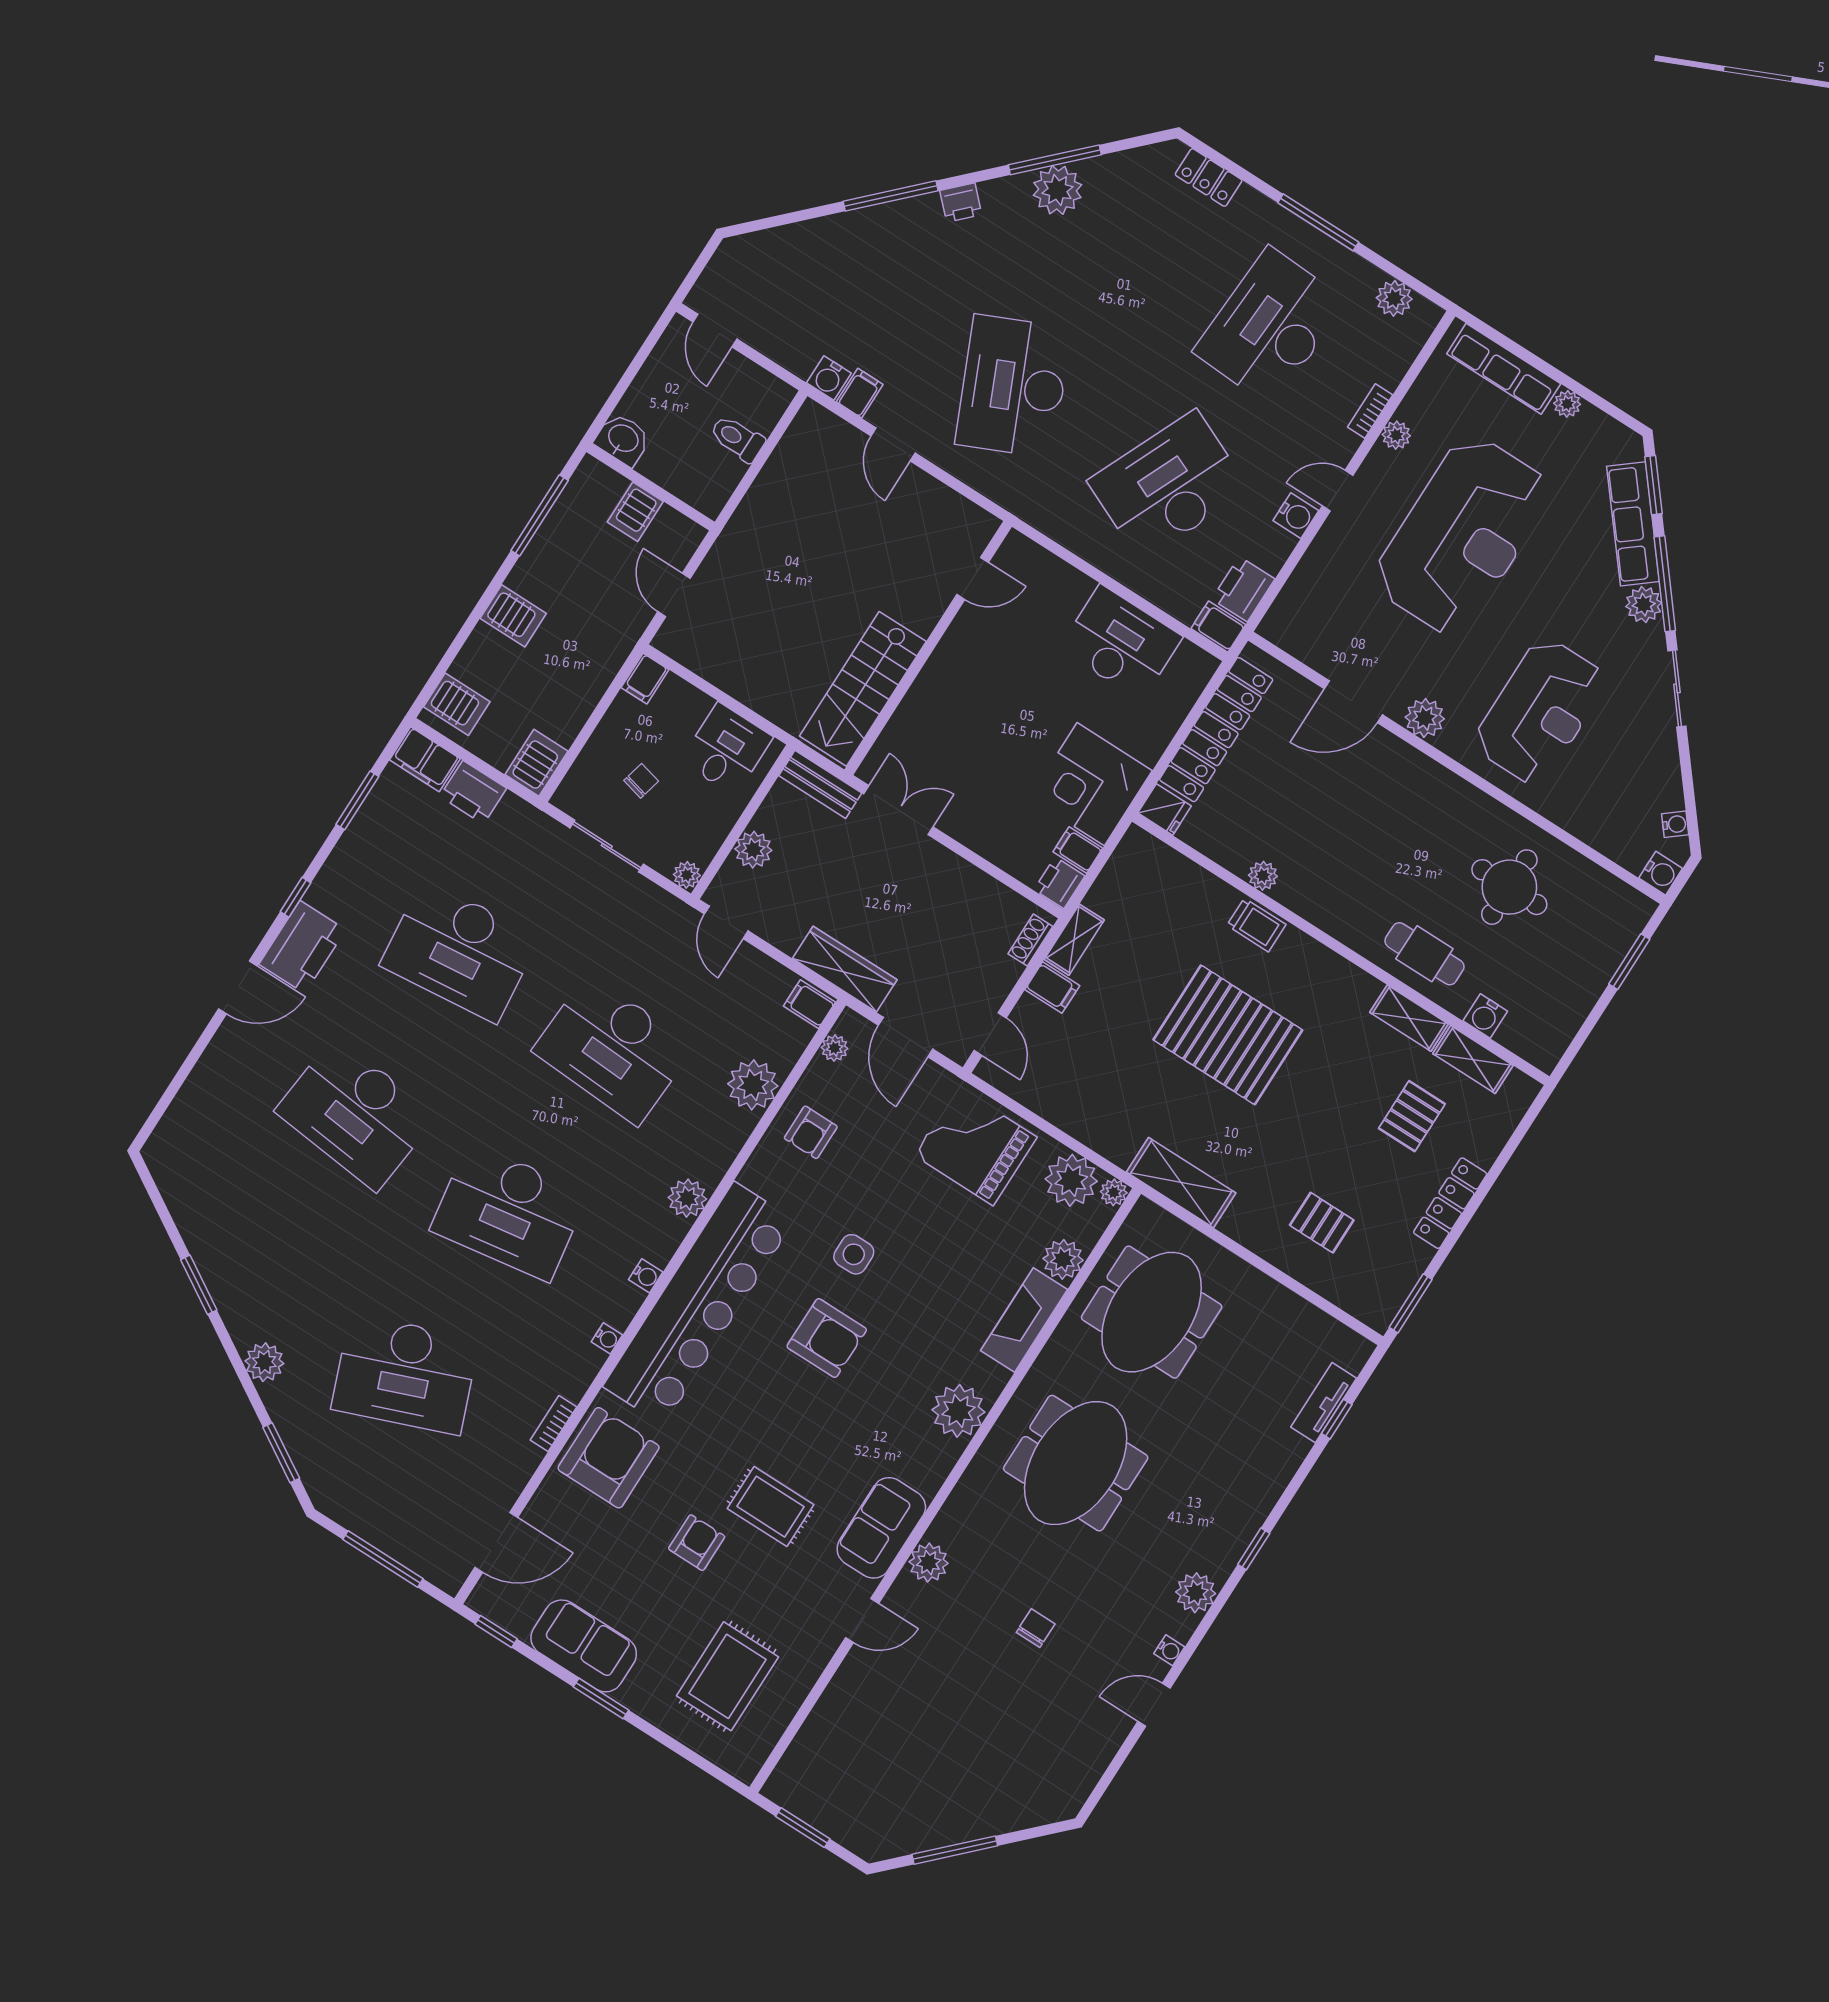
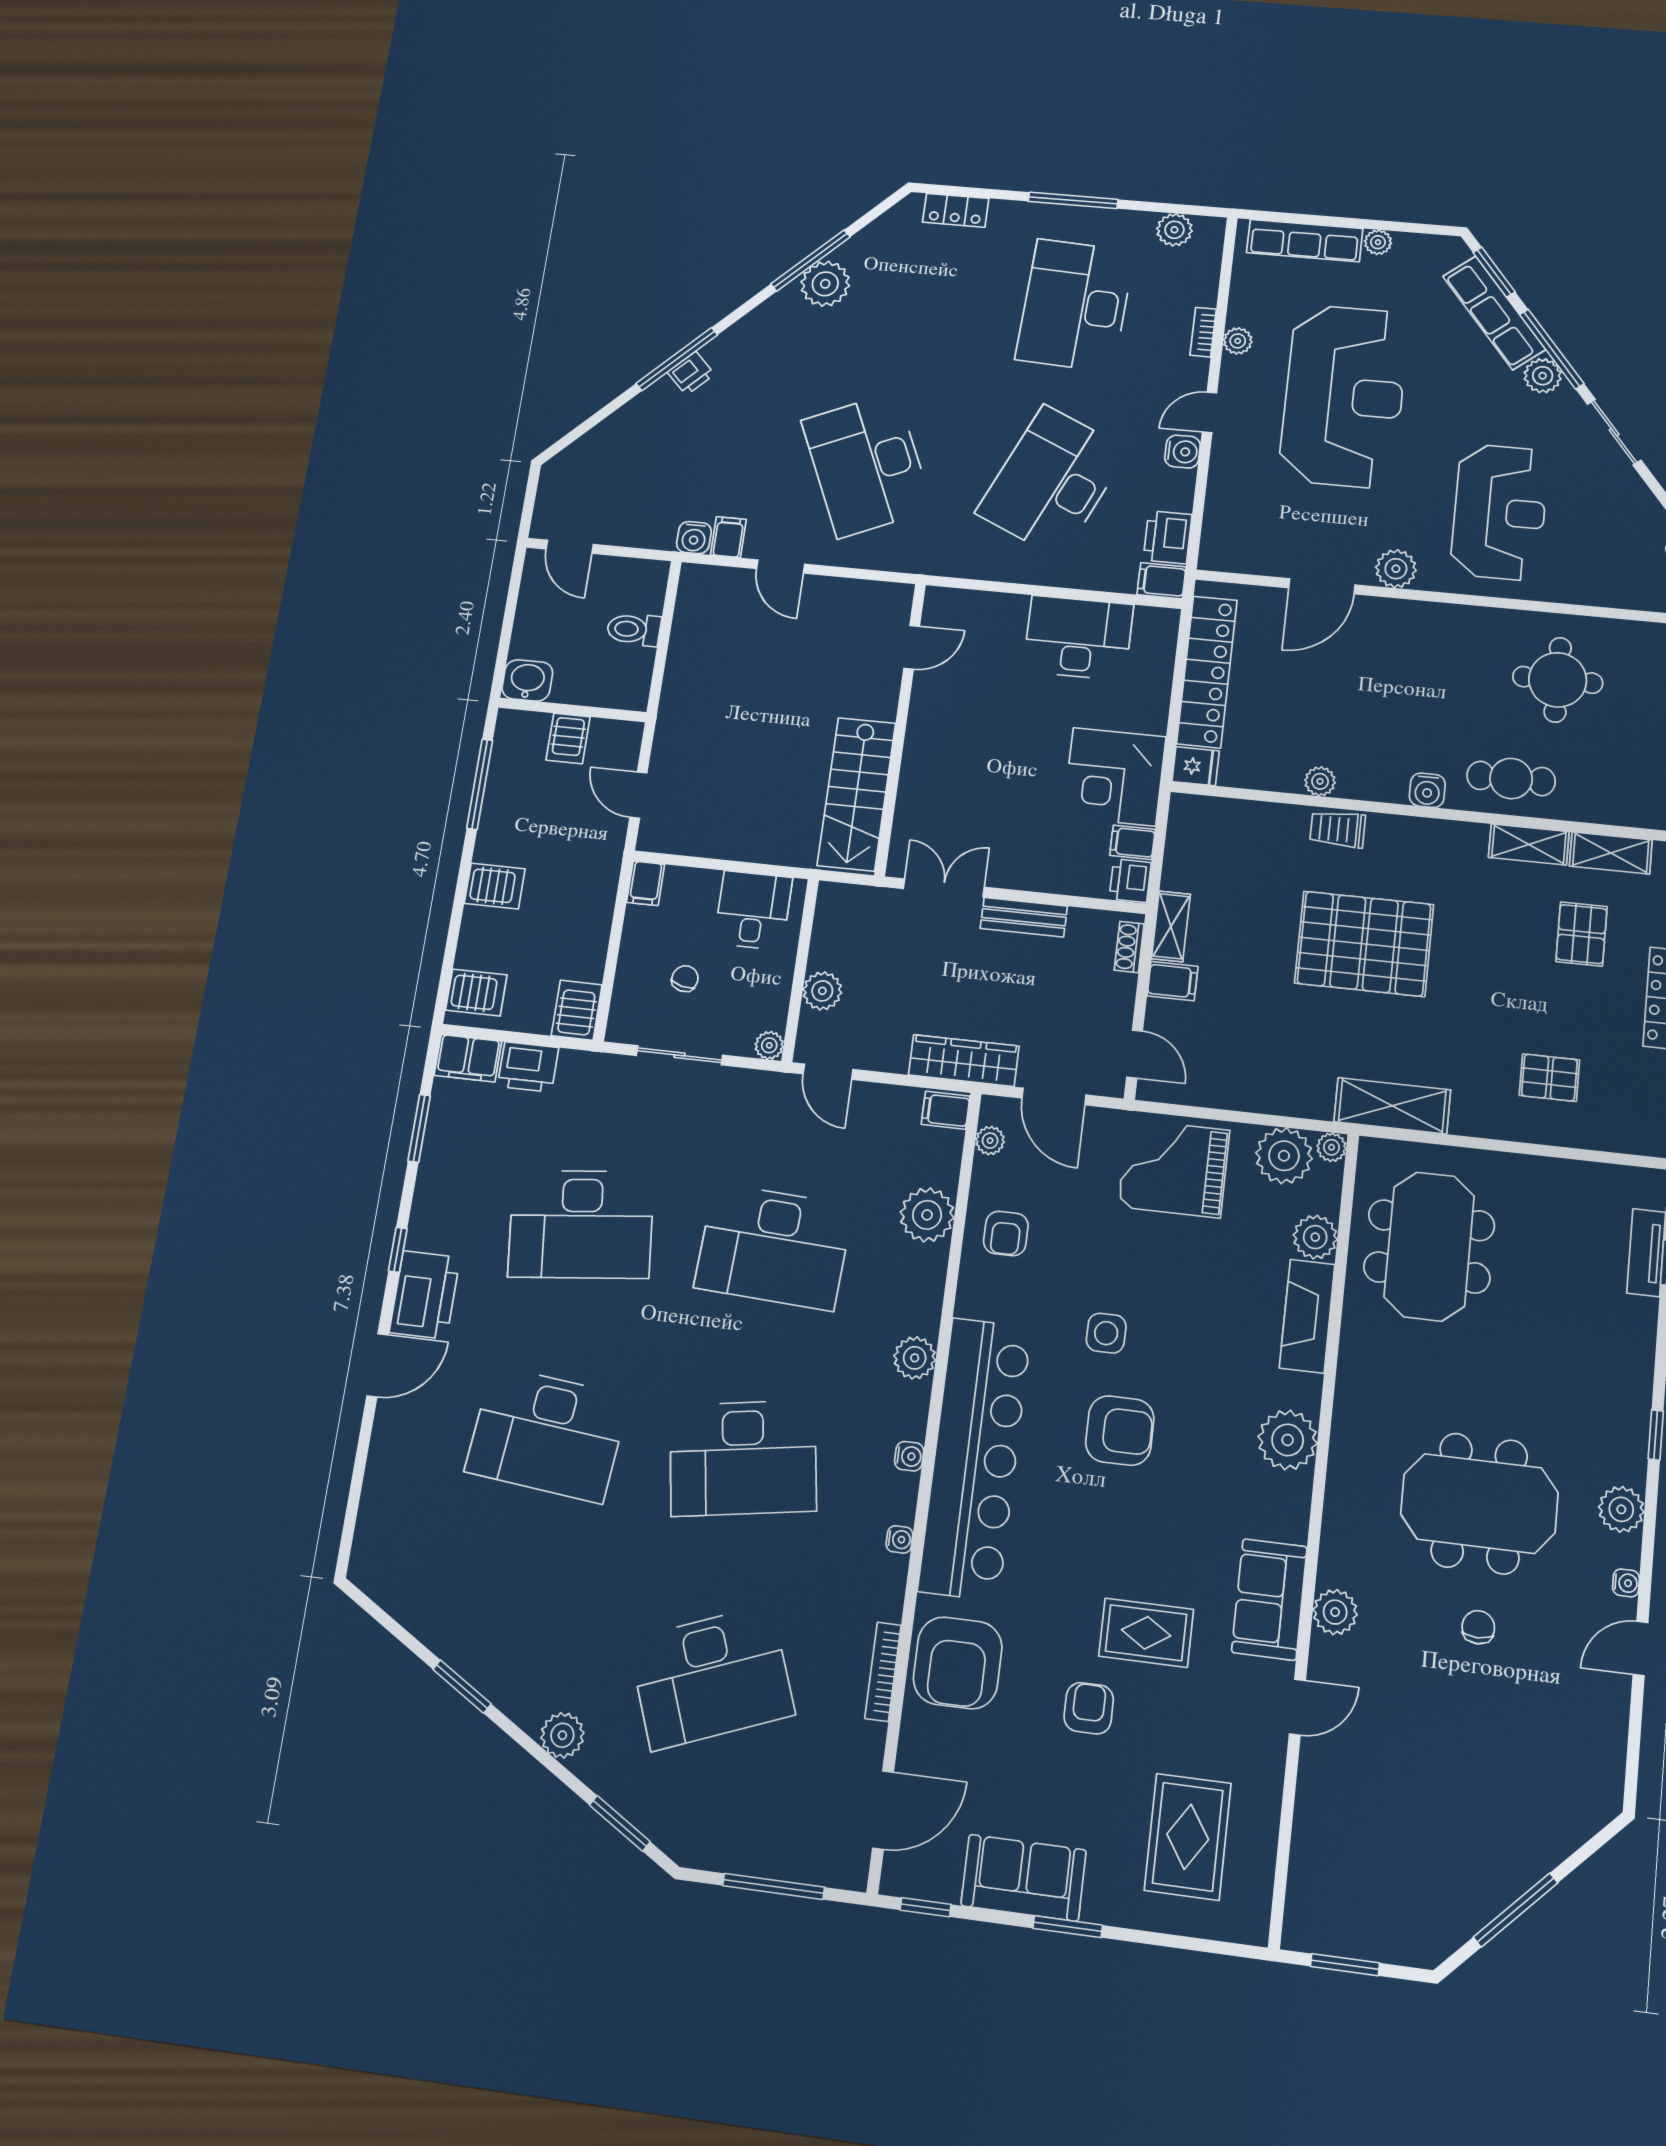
printer: (961, 203) -> (691, 373), moved
bench: (820, 784) -> (1024, 917), moved
trolley: (1256, 925) -> (1338, 829), turned 180
water cooler: (1485, 1016) -> (1427, 790), moved
bookcase: (554, 1423) -> (883, 1672), width x1.56
armchair: (609, 1458) -> (958, 1663), turned 180
meeting table: (1076, 1463) -> (1479, 1503), moved, turned 90

